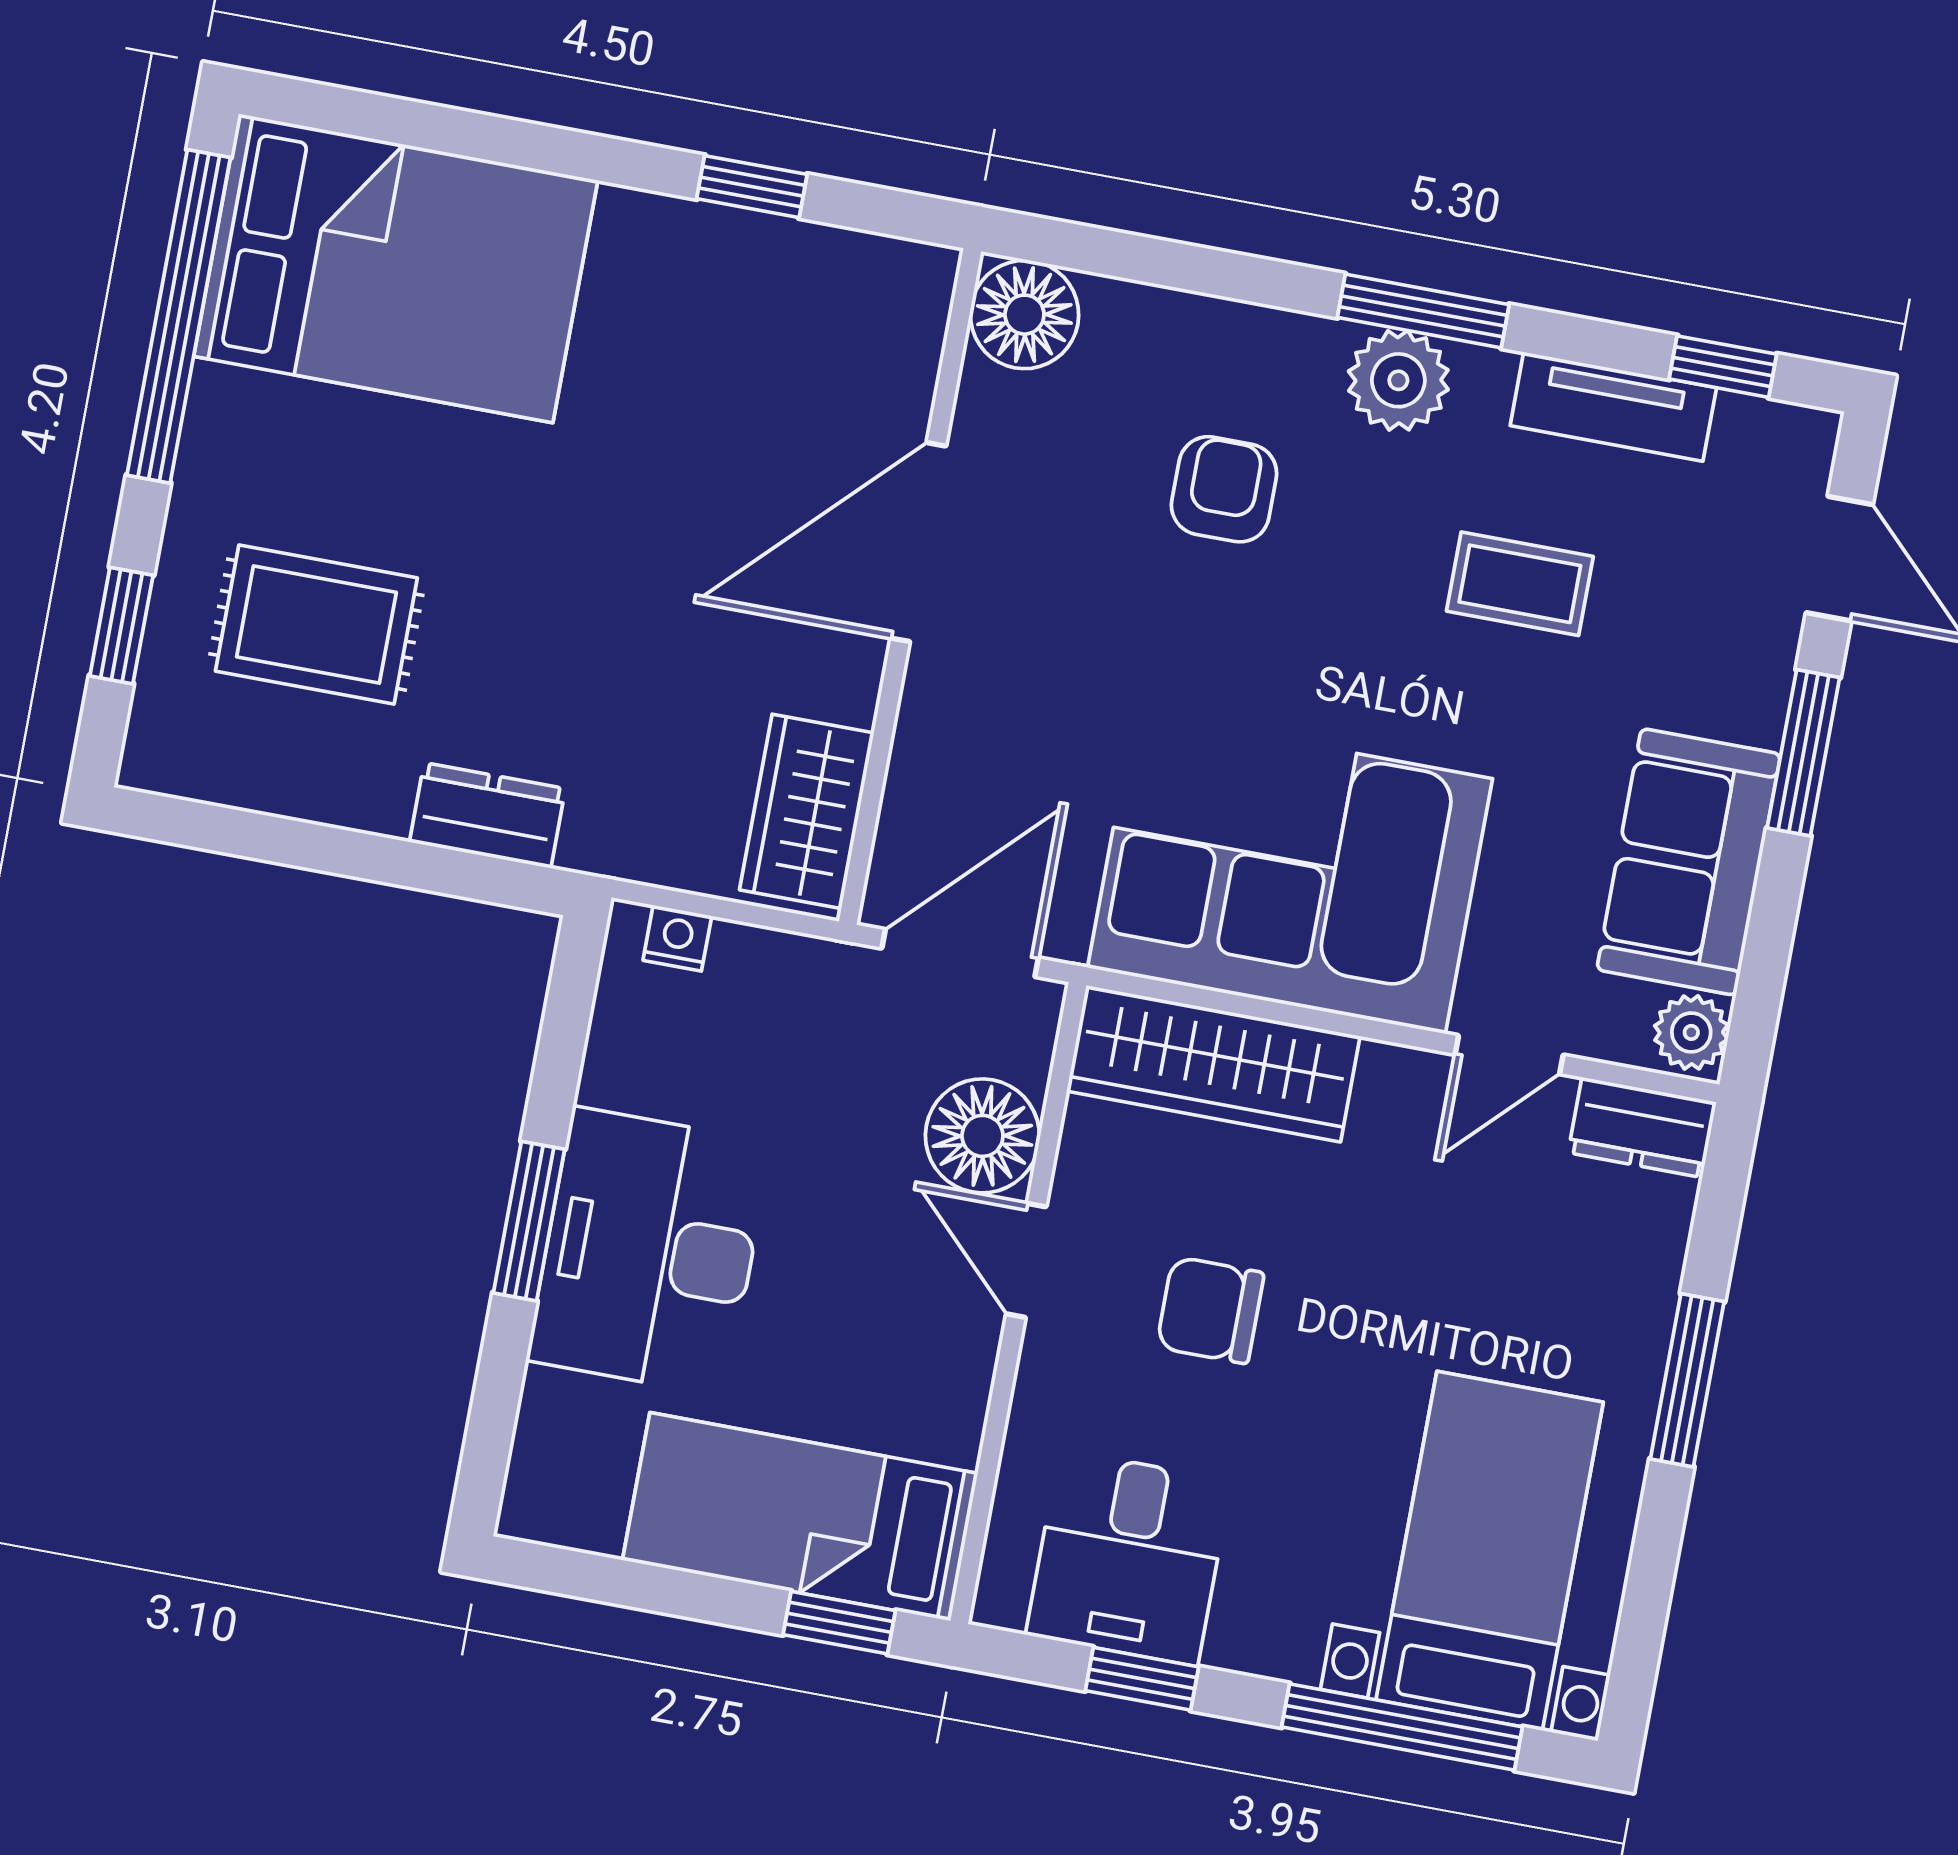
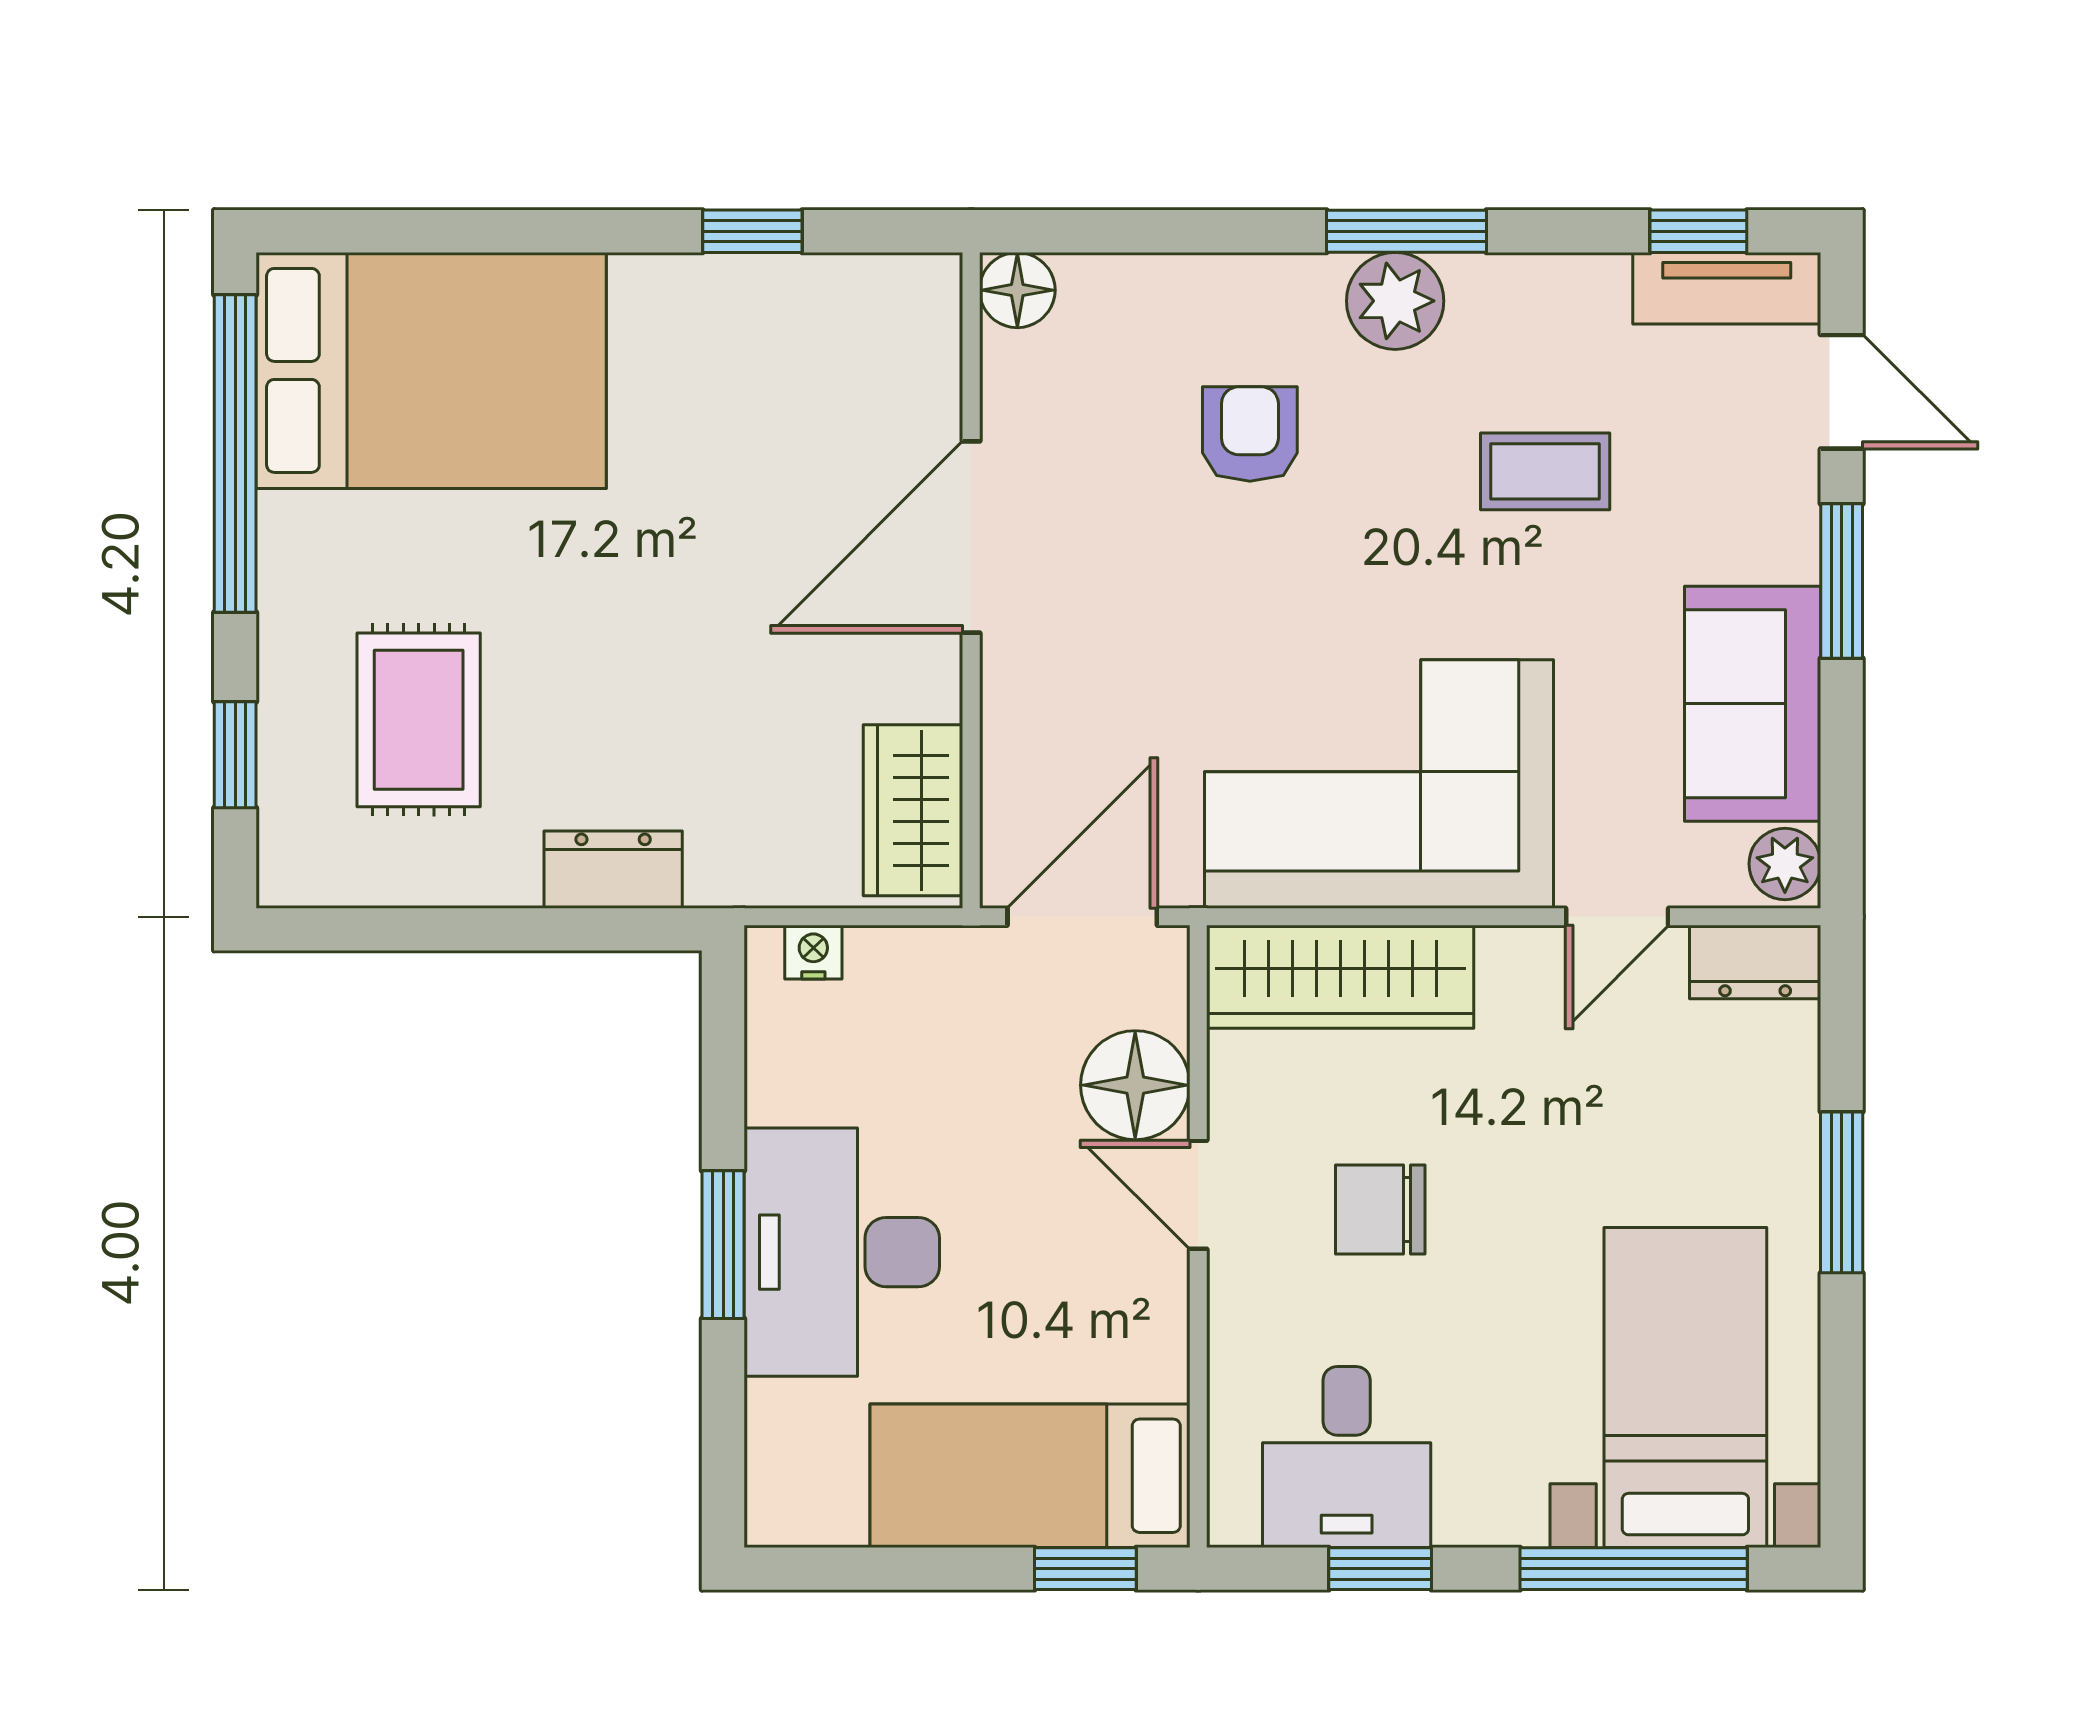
floor lamp: (1024, 315) -> (1017, 290), width x0.73, depth x0.73
tv unit: (1613, 407) -> (1727, 288), moved
rug: (316, 625) -> (419, 720), turned 90

